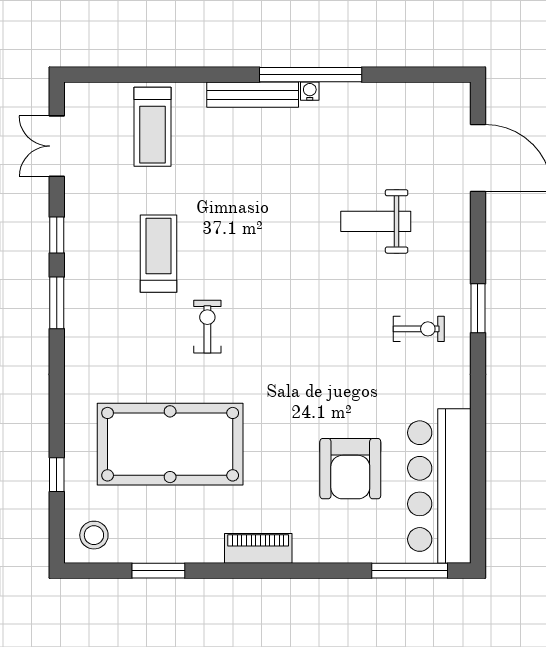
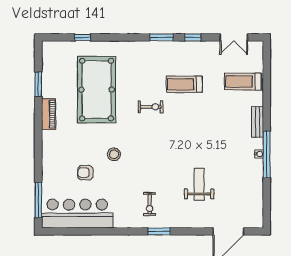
bench: (253, 95) -> (257, 122), width x0.73
double door: (57, 146) -> (234, 37), swing flipped
treadmill: (158, 254) -> (184, 84), turned 180
armchair: (350, 469) -> (85, 173), width x0.53, depth x0.53
stool: (94, 535) -> (114, 154), moved
piano: (258, 548) -> (49, 114), moved

